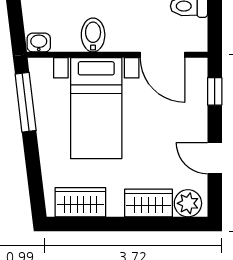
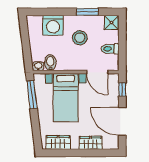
bidet: (93, 35) -> (50, 63), moved
door: (215, 158) -> (122, 121), width x1.87
plant: (188, 203) -> (109, 143), removed

